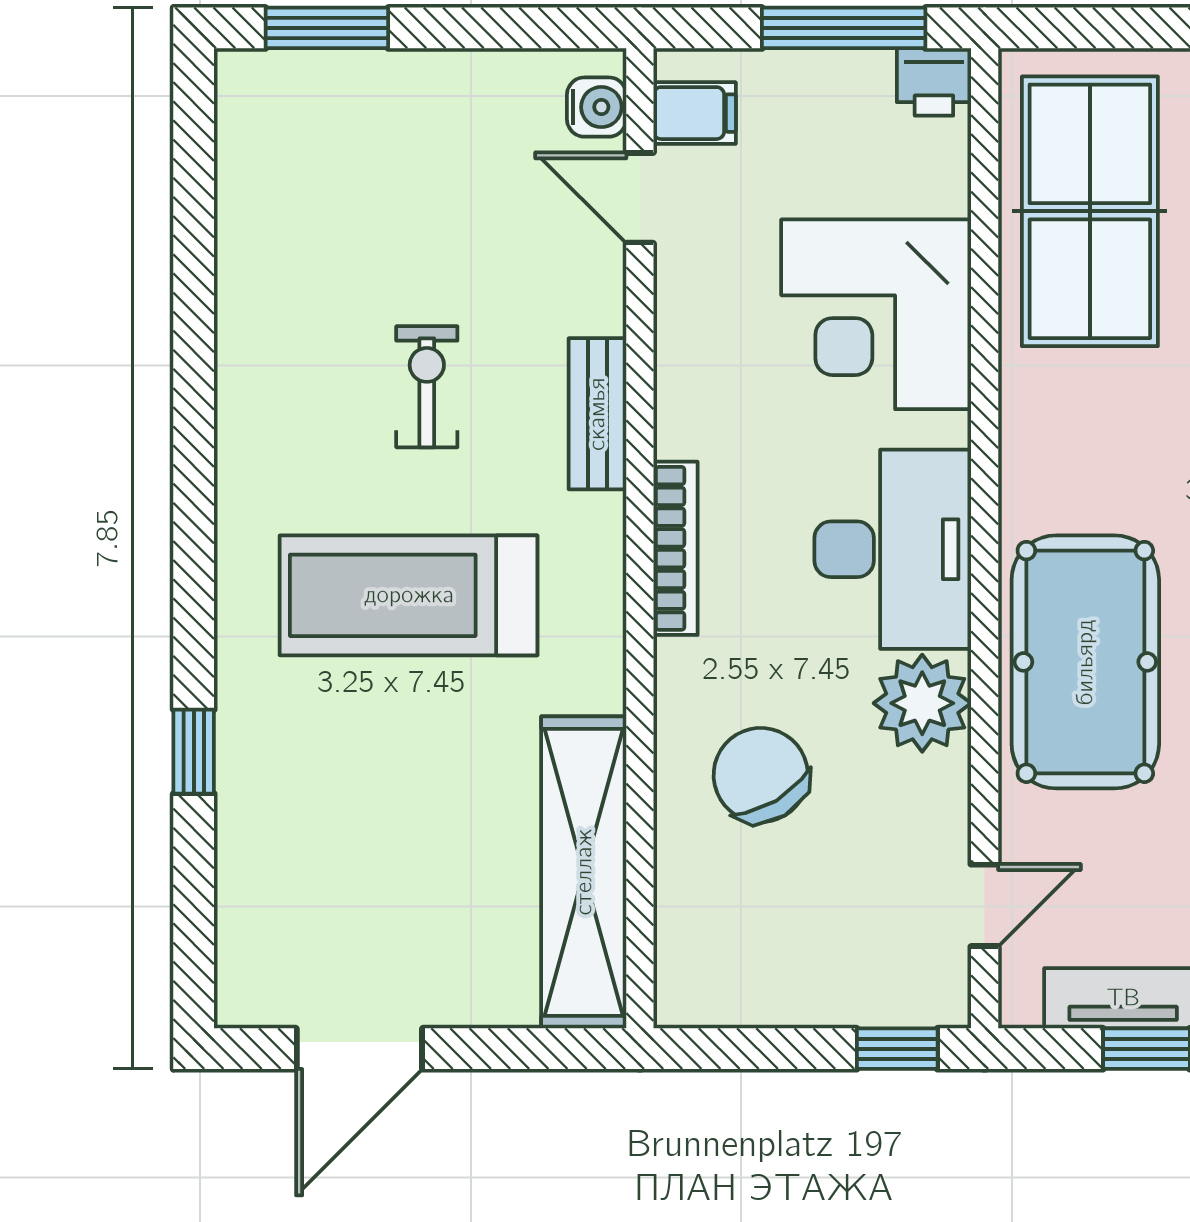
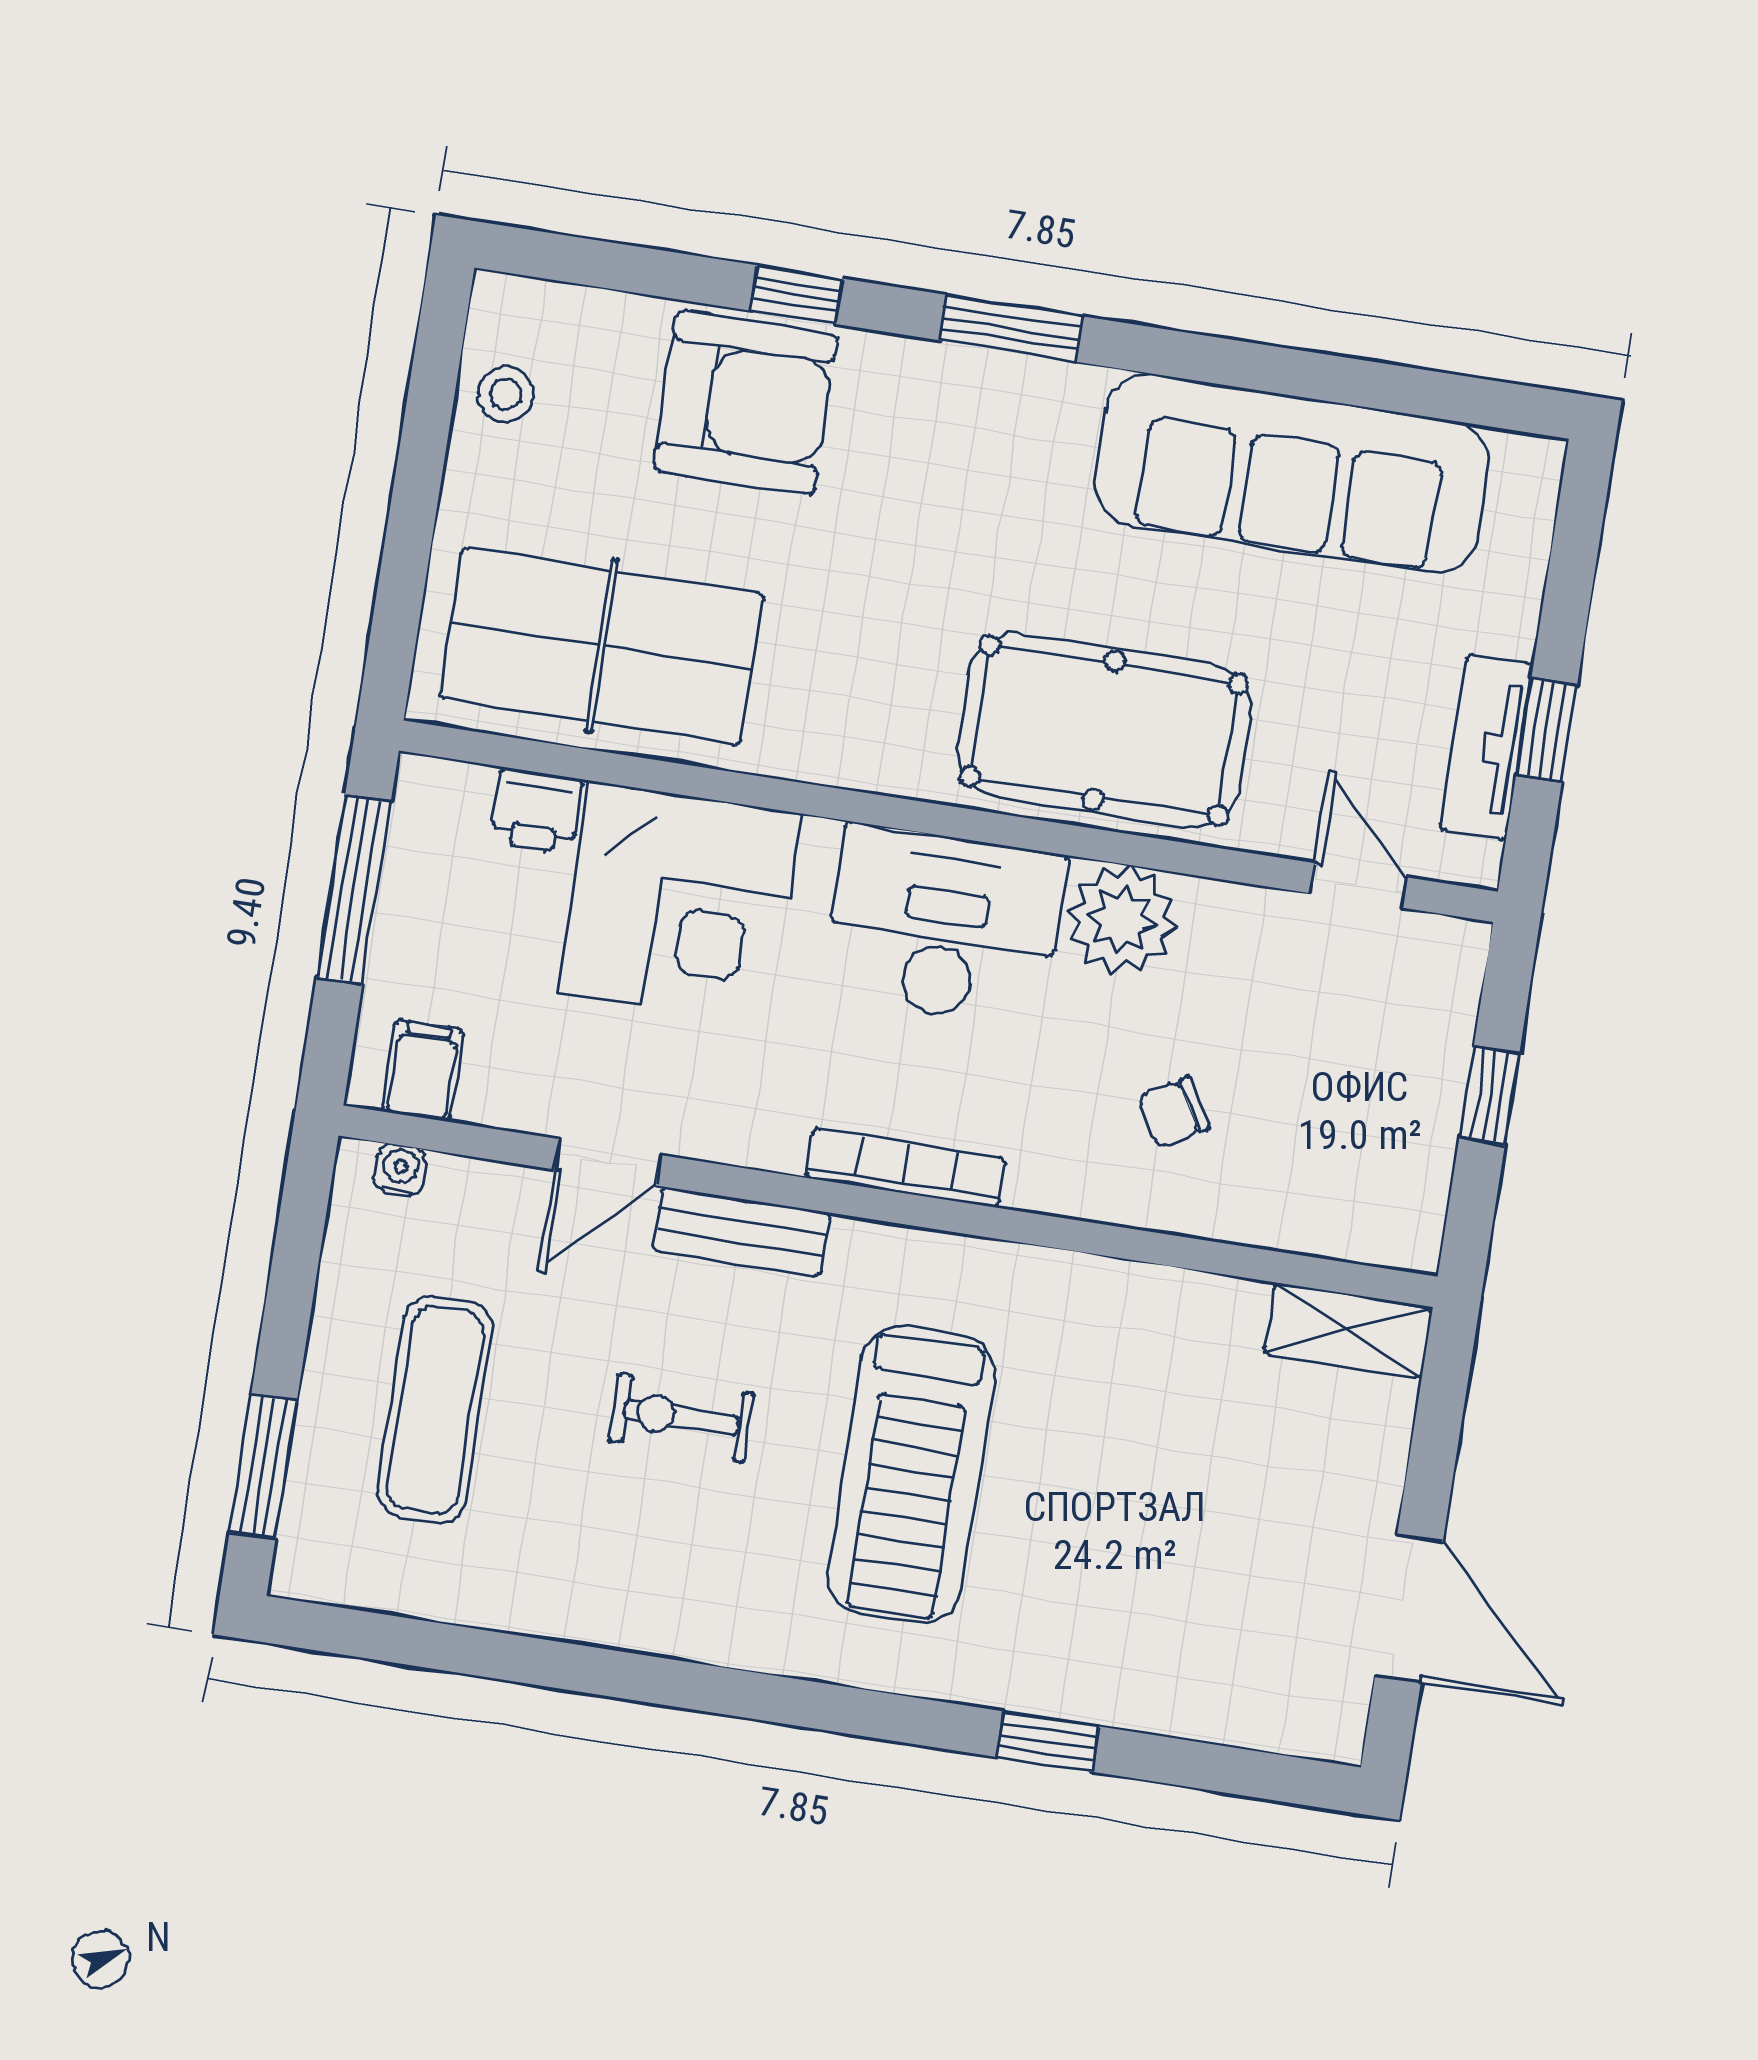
printer: (934, 82) -> (536, 811), moved, turned 90
water cooler: (597, 107) -> (400, 1170), width x0.72, depth x0.72
exercise mat: (400, 170) -> (435, 1410), added
door: (640, 198) -> (607, 1162), moved
chair: (761, 775) -> (1174, 1113), width x0.54, depth x0.54
shelving: (584, 872) -> (1348, 1330), width x0.45, depth x0.75
window: (897, 1049) -> (1489, 1095), moved

